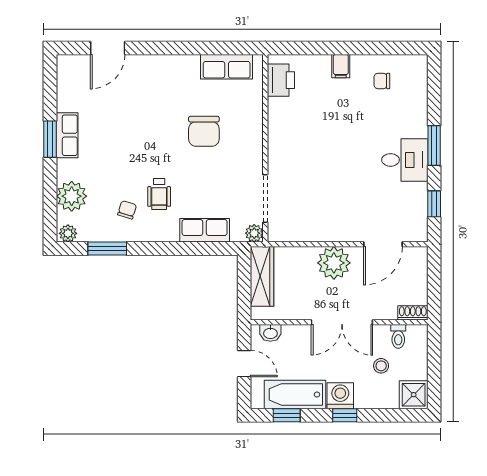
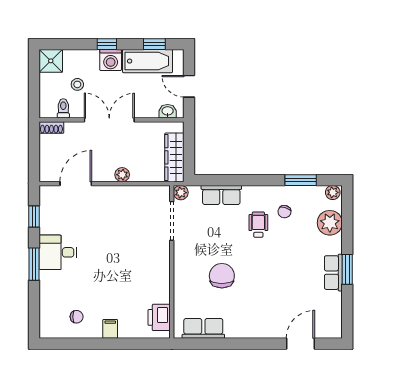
plant: (334, 263) -> (122, 175), width x0.53, depth x0.53

